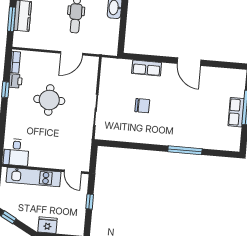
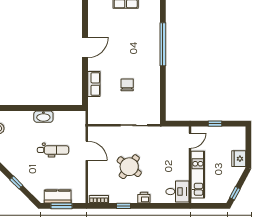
printer: (16, 81) -> (144, 198), moved
round table: (49, 100) -> (129, 167), turned 37
window: (185, 150) -> (163, 44), width x1.46

